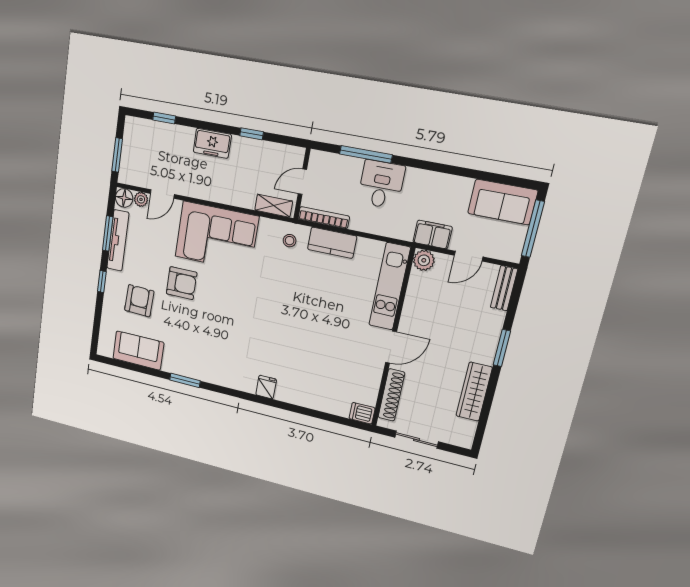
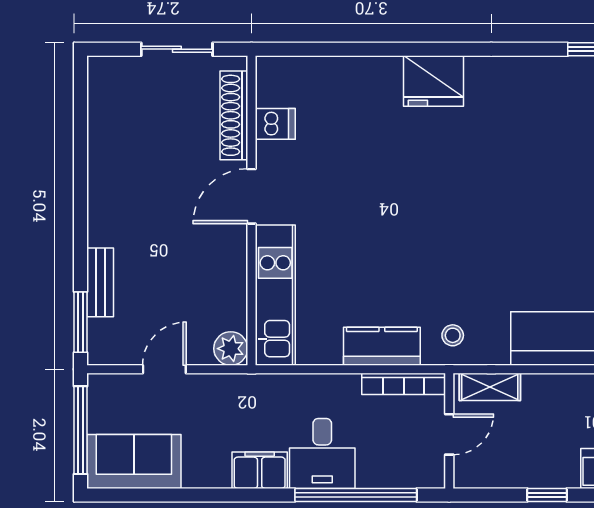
window: (366, 154) -> (356, 495), width x1.46
filing cabinet: (433, 235) -> (260, 470), moved, turned 180
bench: (504, 288) -> (100, 282), moved
window: (502, 348) -> (80, 322), moved
fridge: (266, 387) -> (433, 81), width x1.88, depth x1.34
wardrobe: (474, 392) -> (105, 155), removed
dishwasher: (362, 413) -> (275, 124), moved

